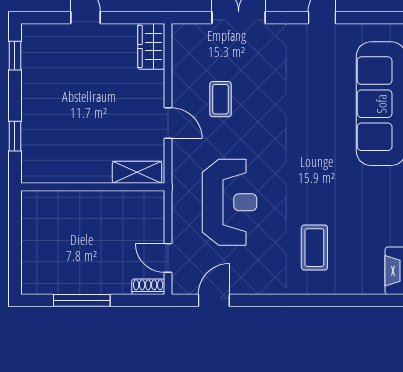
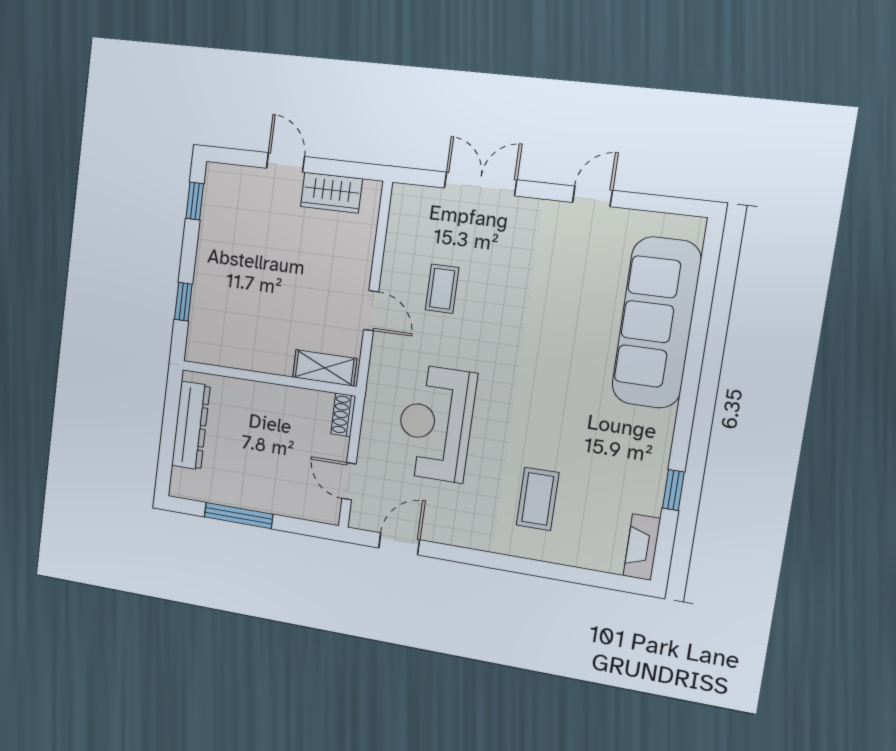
wardrobe: (151, 46) -> (331, 193), moved, turned -90
reception desk: (229, 202) -> (436, 423), turned 180
dresser: (33, 234) -> (191, 426), added
shoe rack: (148, 287) -> (343, 415), moved, turned -90

